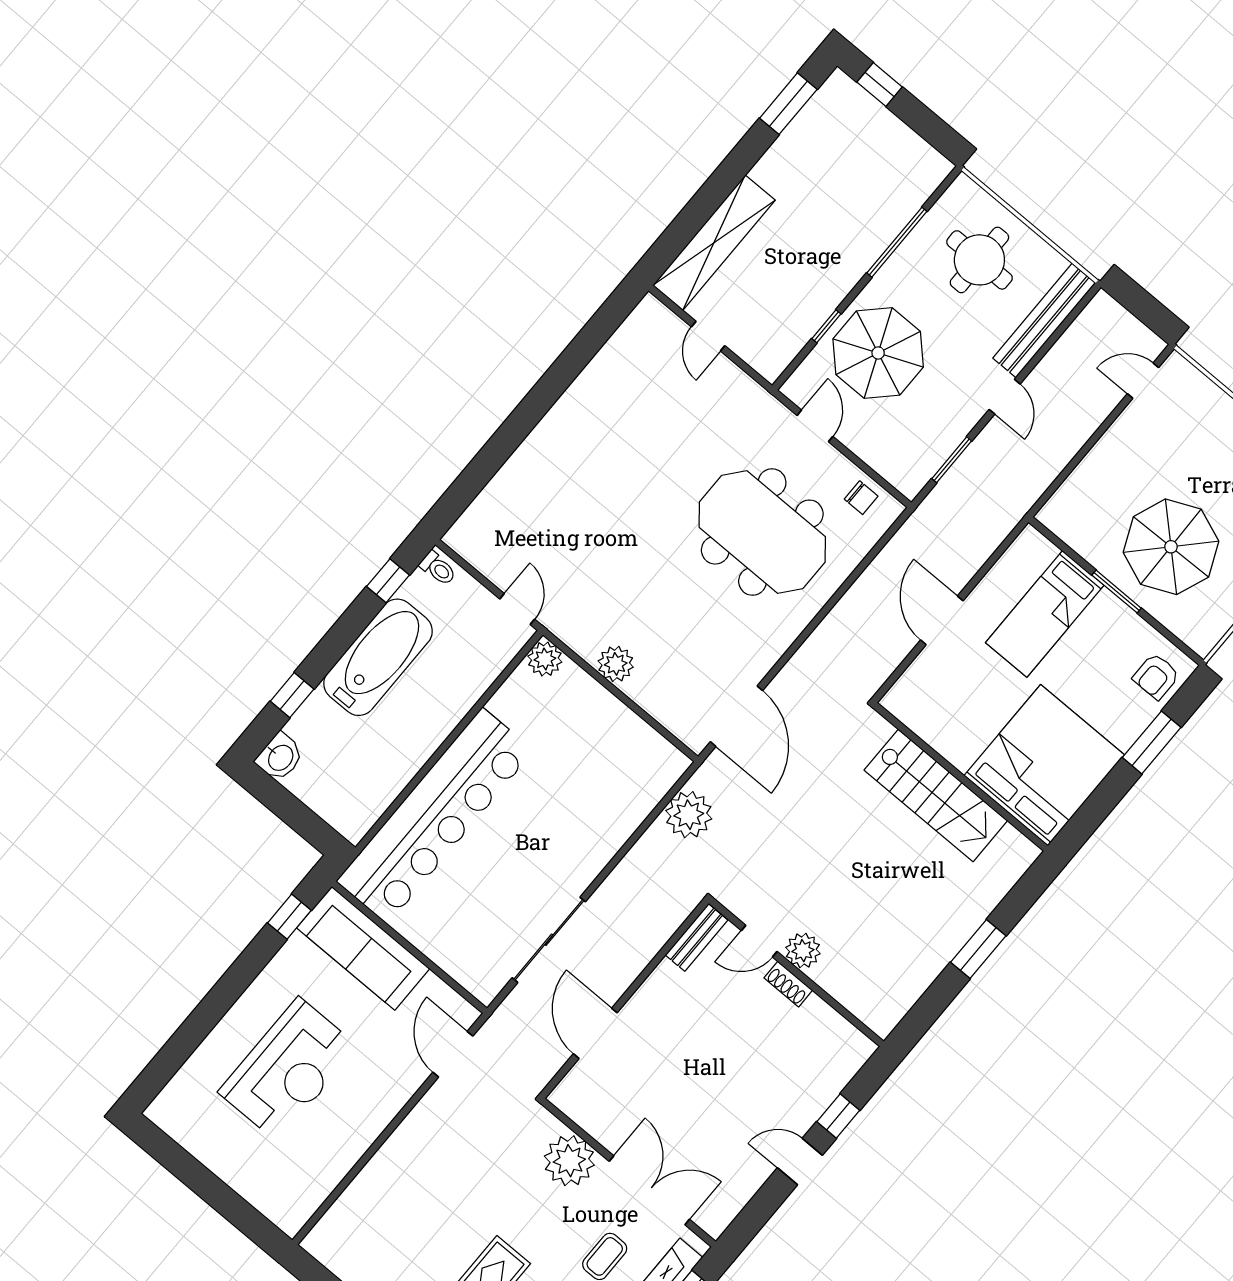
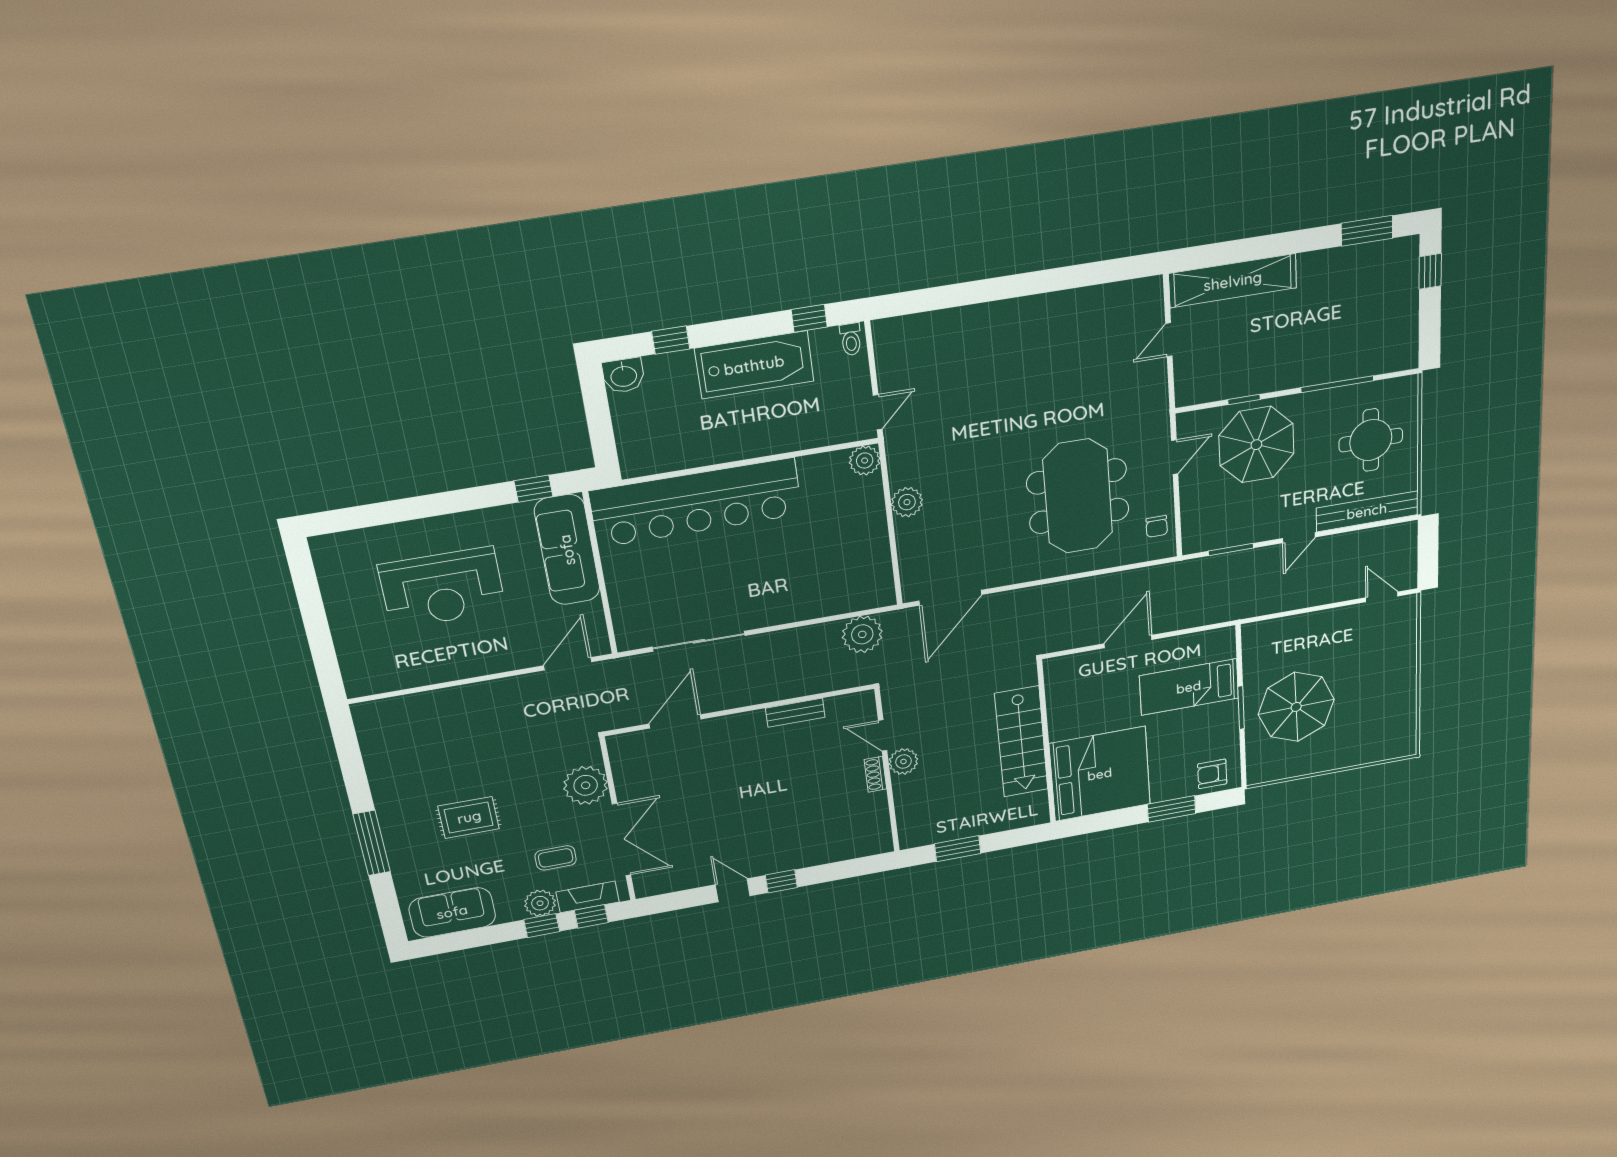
door: (759, 941) -> (883, 736), moved
plant: (803, 951) -> (903, 761), moved
wall: (796, 972) -> (887, 771), moved
shoe rack: (788, 984) -> (875, 774), moved

